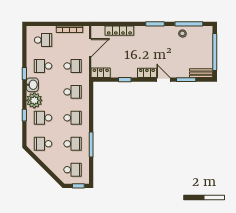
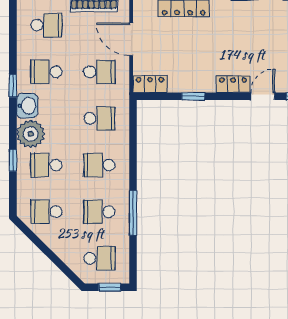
door: (90, 48) -> (131, 39), swing flipped
door: (163, 80) -> (263, 96), hinge flipped
school desk: (73, 118) -> (99, 165), turned 180
school desk: (73, 144) -> (99, 212), turned 180

